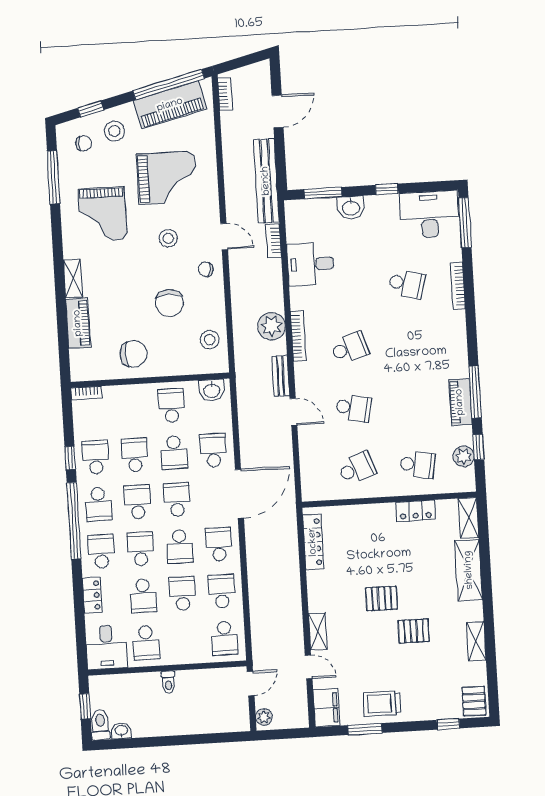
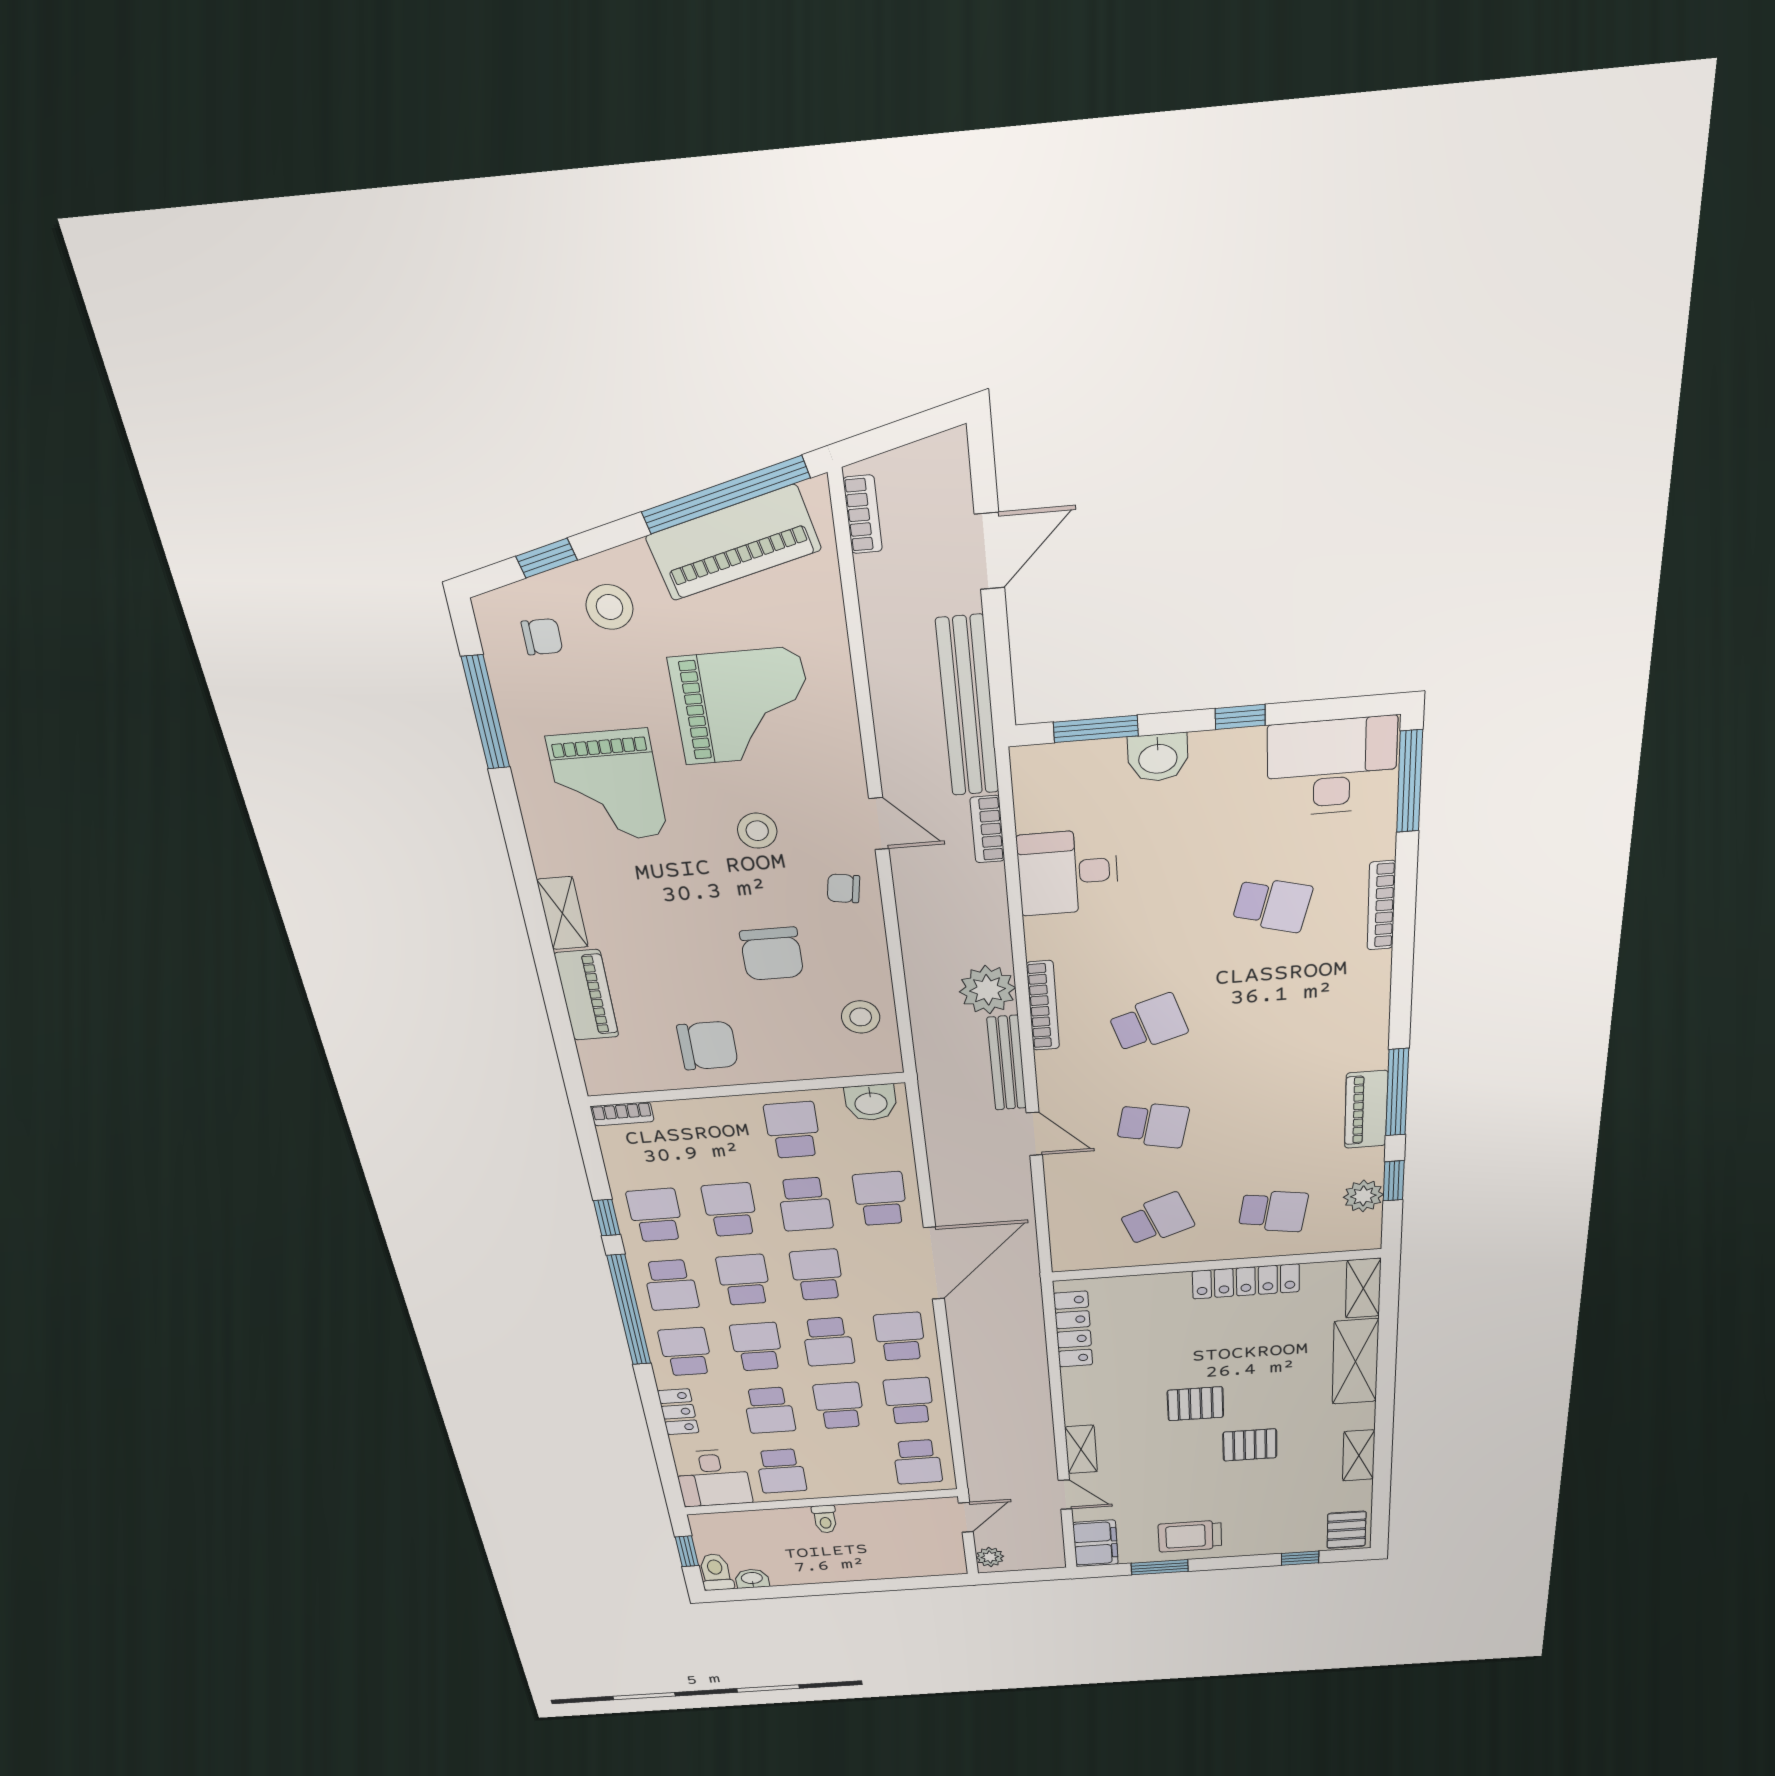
bench: (281, 376) -> (1007, 1063), width x1.36
locker: (416, 511) -> (1246, 1281), width x1.53

